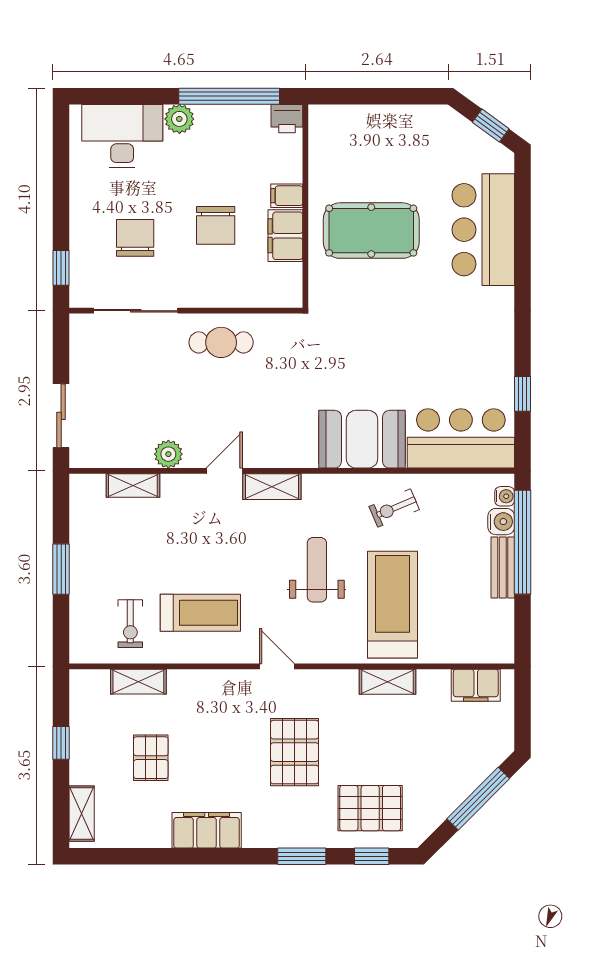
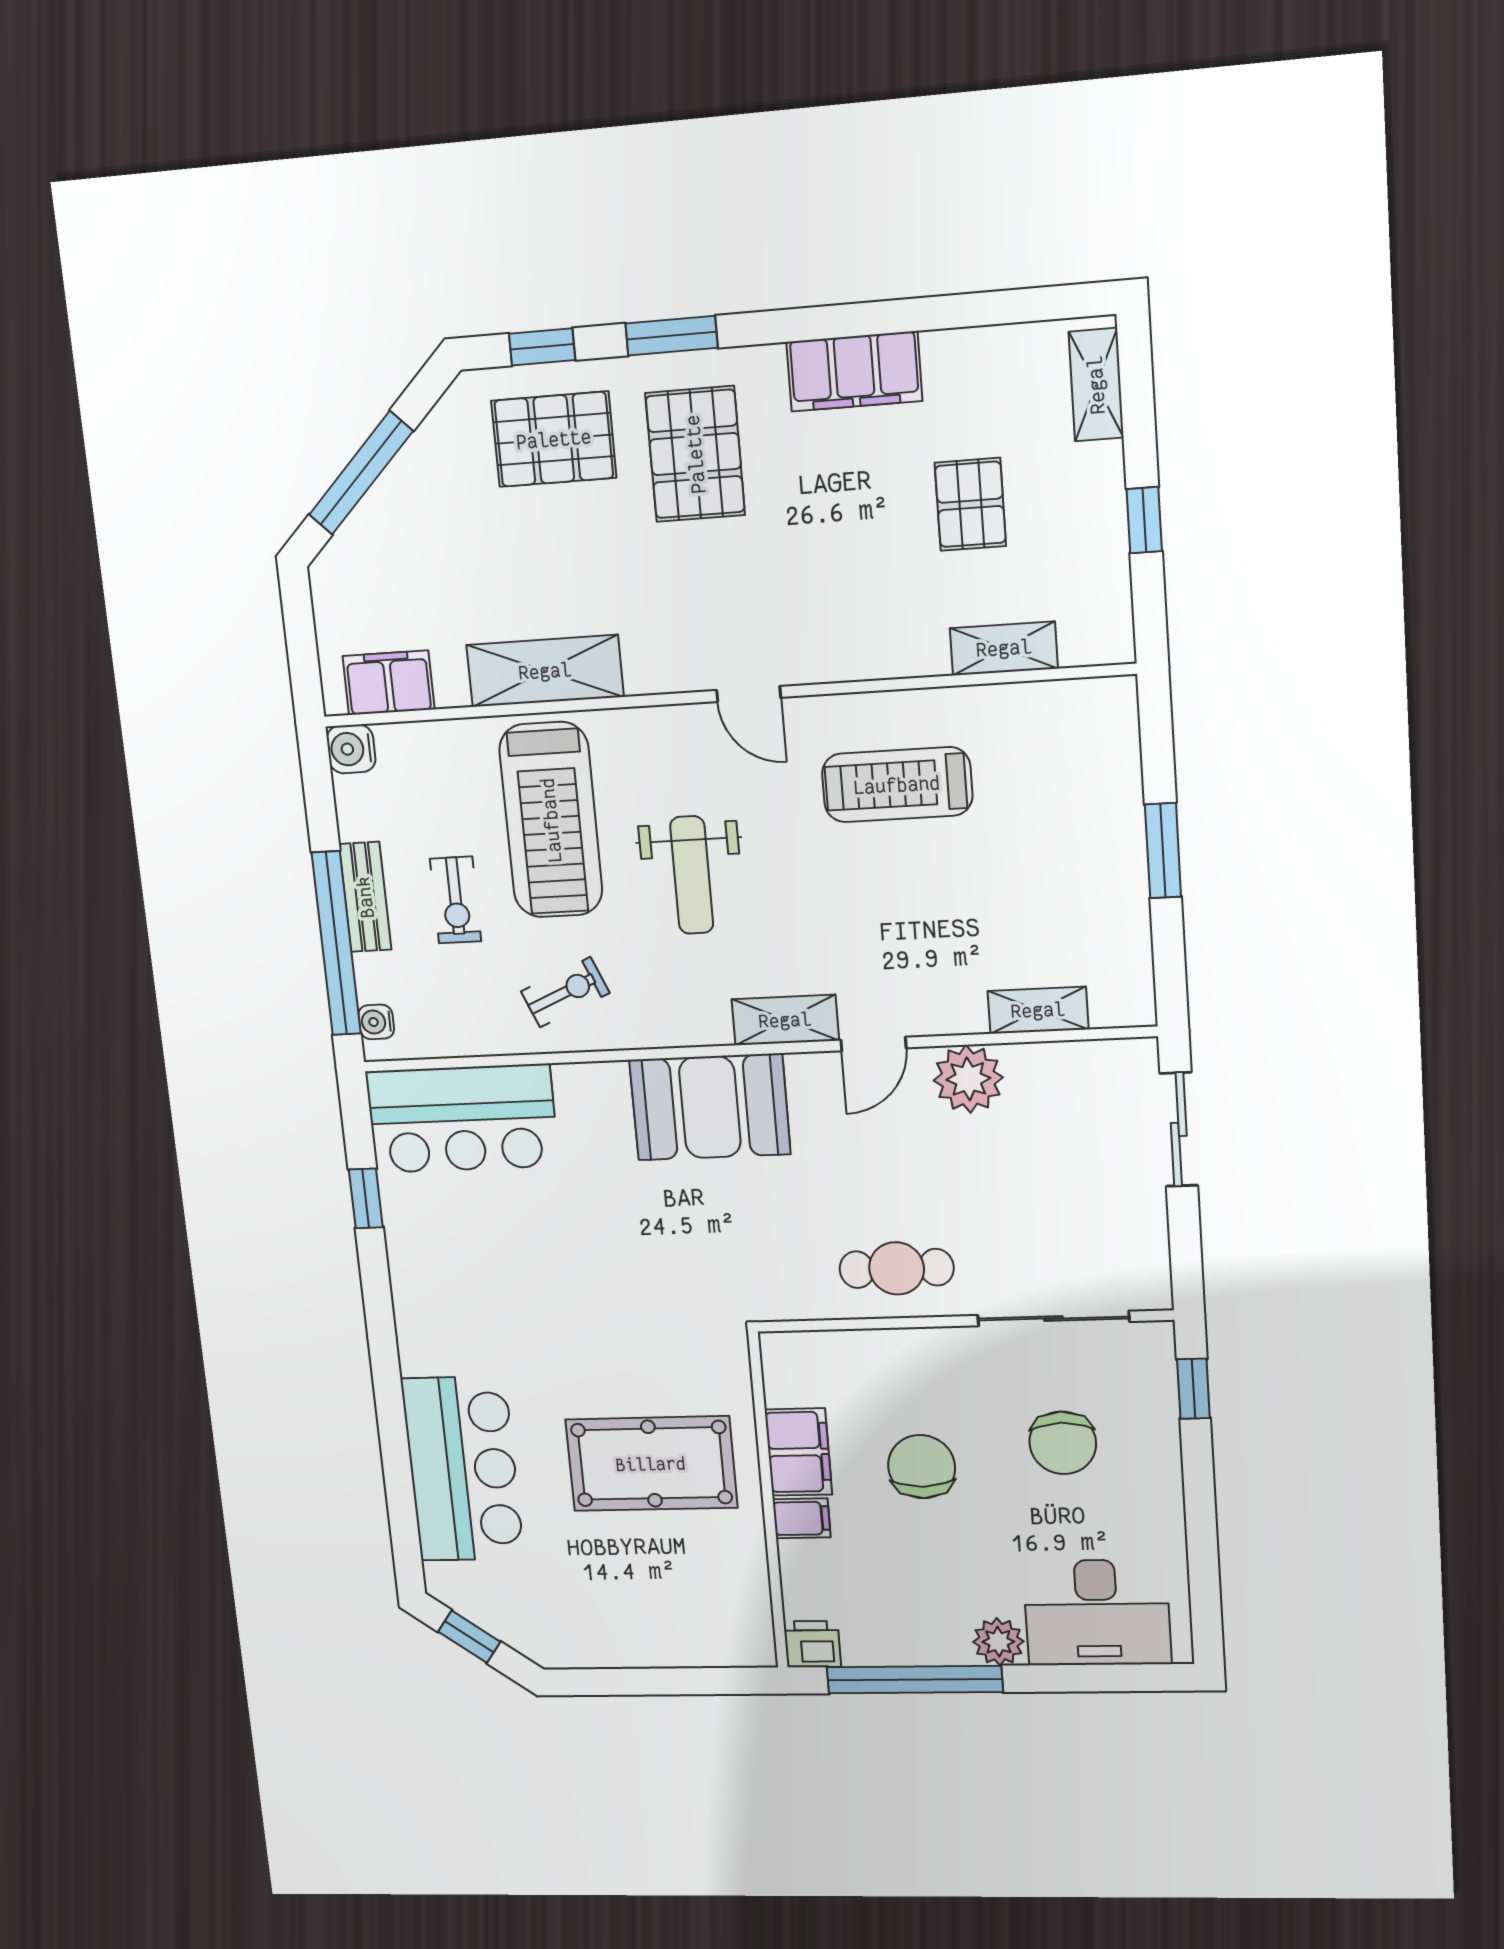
booth: (362, 439) -> (710, 1107), moved
plant: (168, 454) -> (968, 1079), width x1.36, depth x1.36
water cooler: (501, 522) -> (351, 749), moved
exercise bike: (130, 624) -> (456, 900), moved, turned 180
shelving: (388, 682) -> (545, 671), width x1.50, depth x1.33
pallet: (295, 752) -> (695, 454), moved

